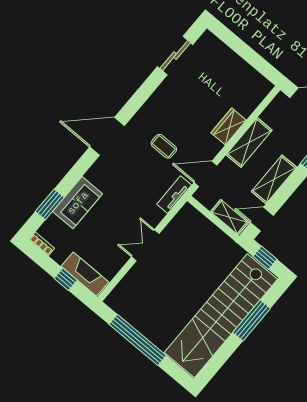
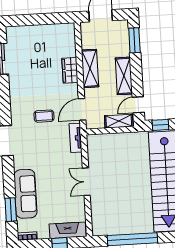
sofa: (78, 203) -> (25, 194), width x1.36

